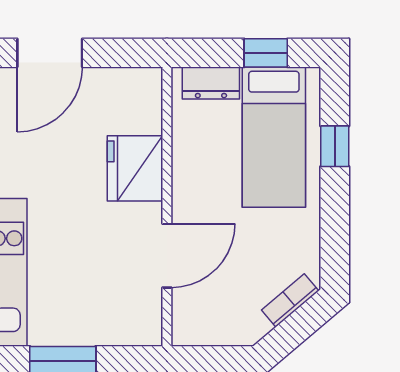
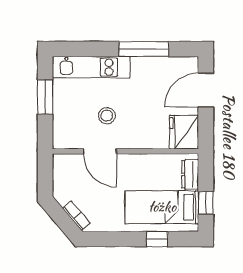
door: (50, 53) -> (206, 90), hinge flipped
fridge: (135, 168) -> (184, 132), moved, turned -90
stool: (99, 242) -> (107, 116), added

